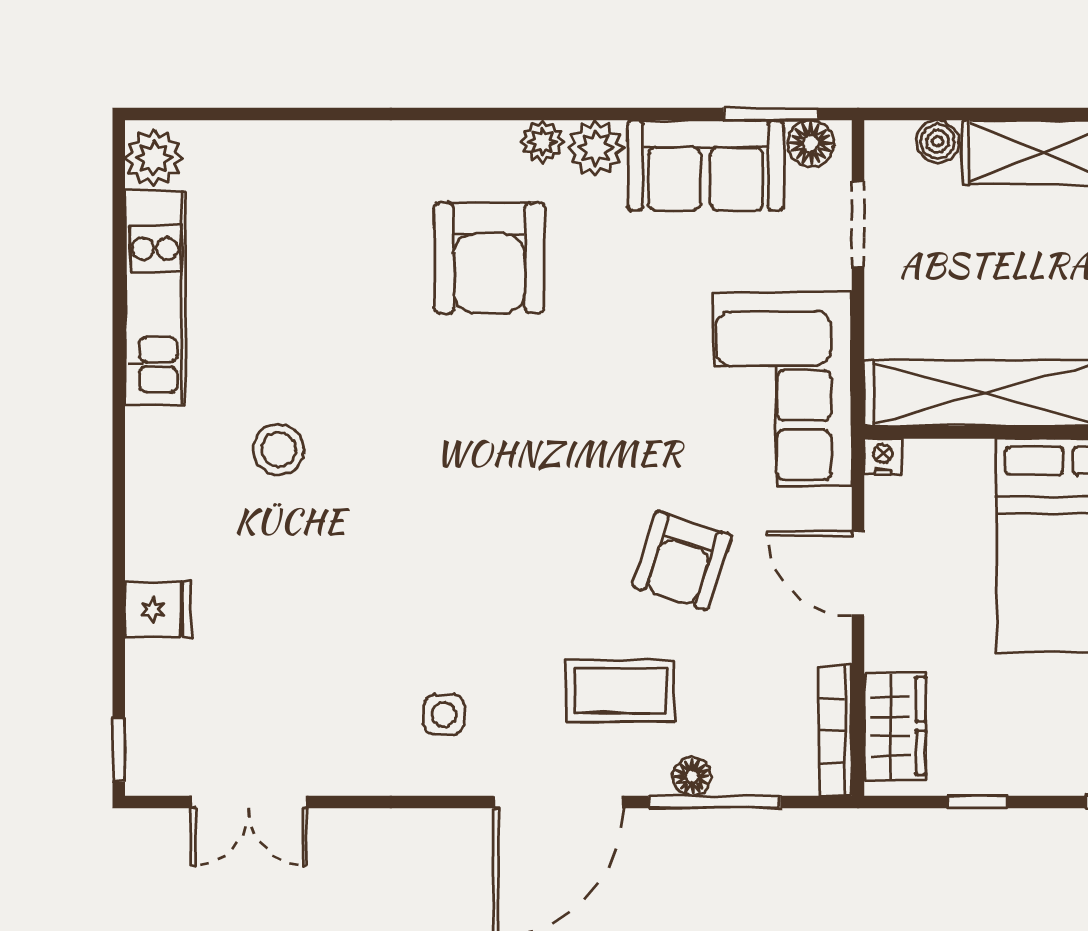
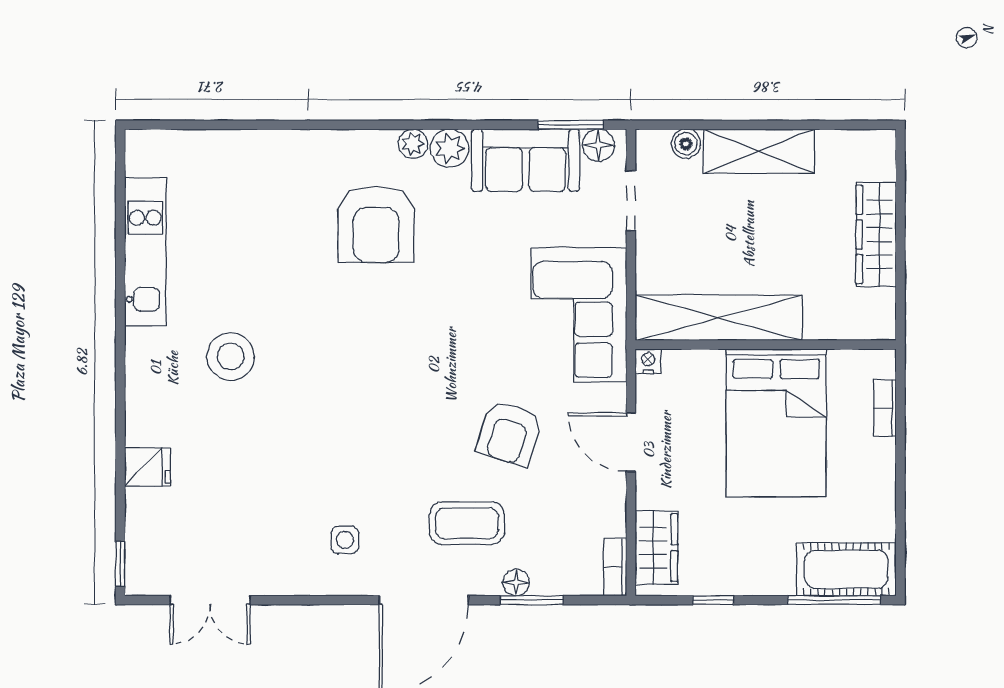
plant: (154, 158) -> (144, 155), removed
stool: (279, 449) -> (231, 357), width x1.38, depth x1.38
bookcase: (835, 731) -> (615, 567), width x0.64
window: (714, 802) -> (532, 600), width x0.69

